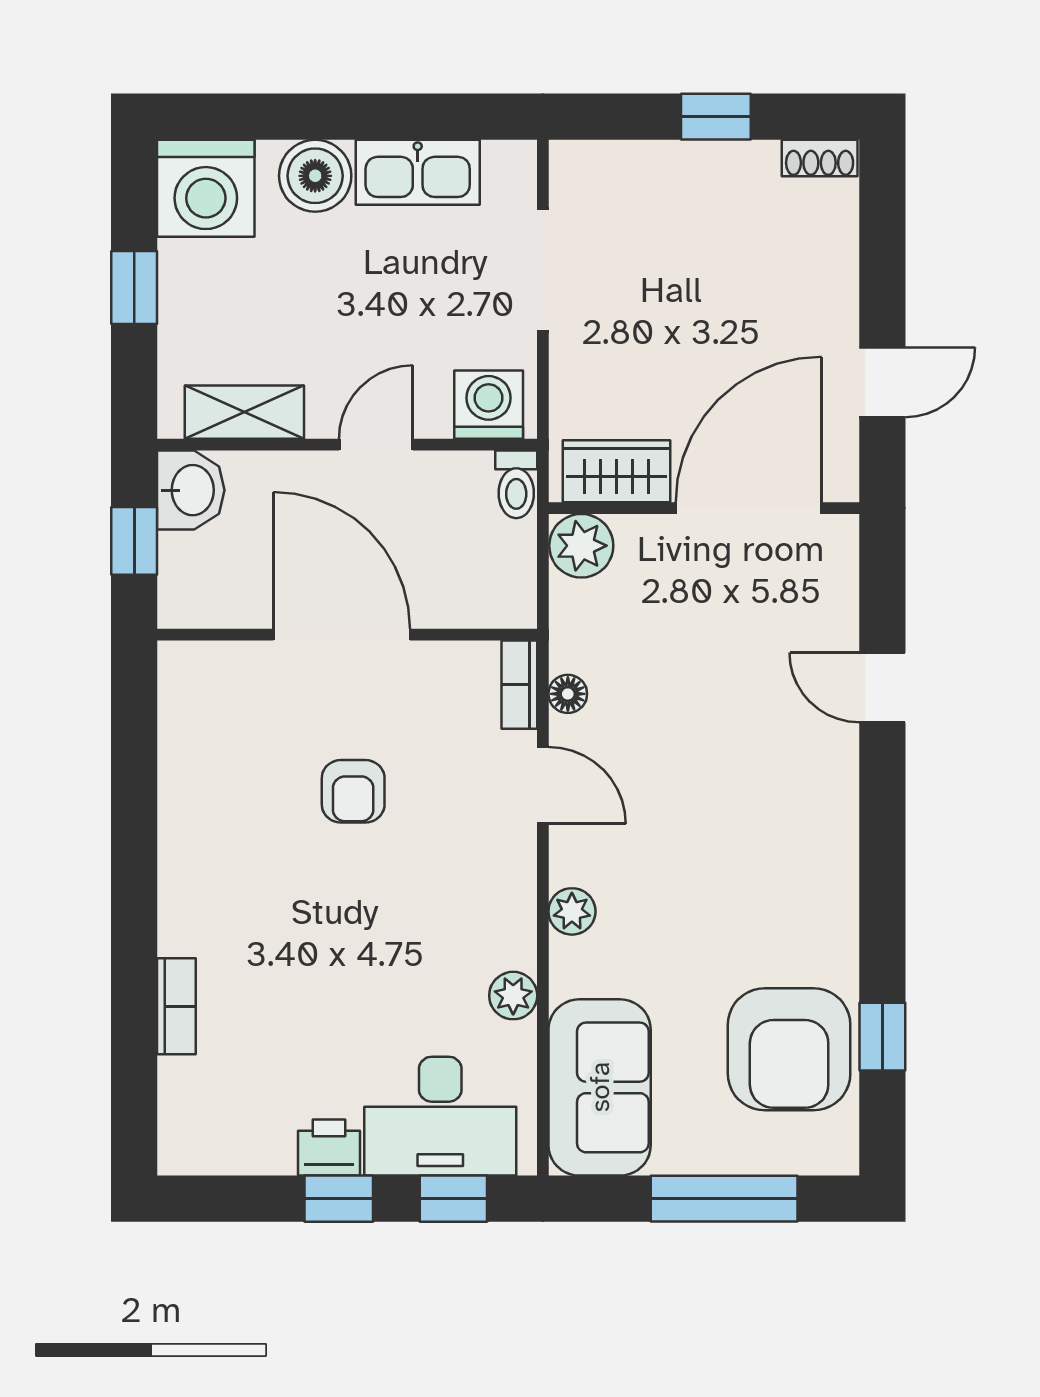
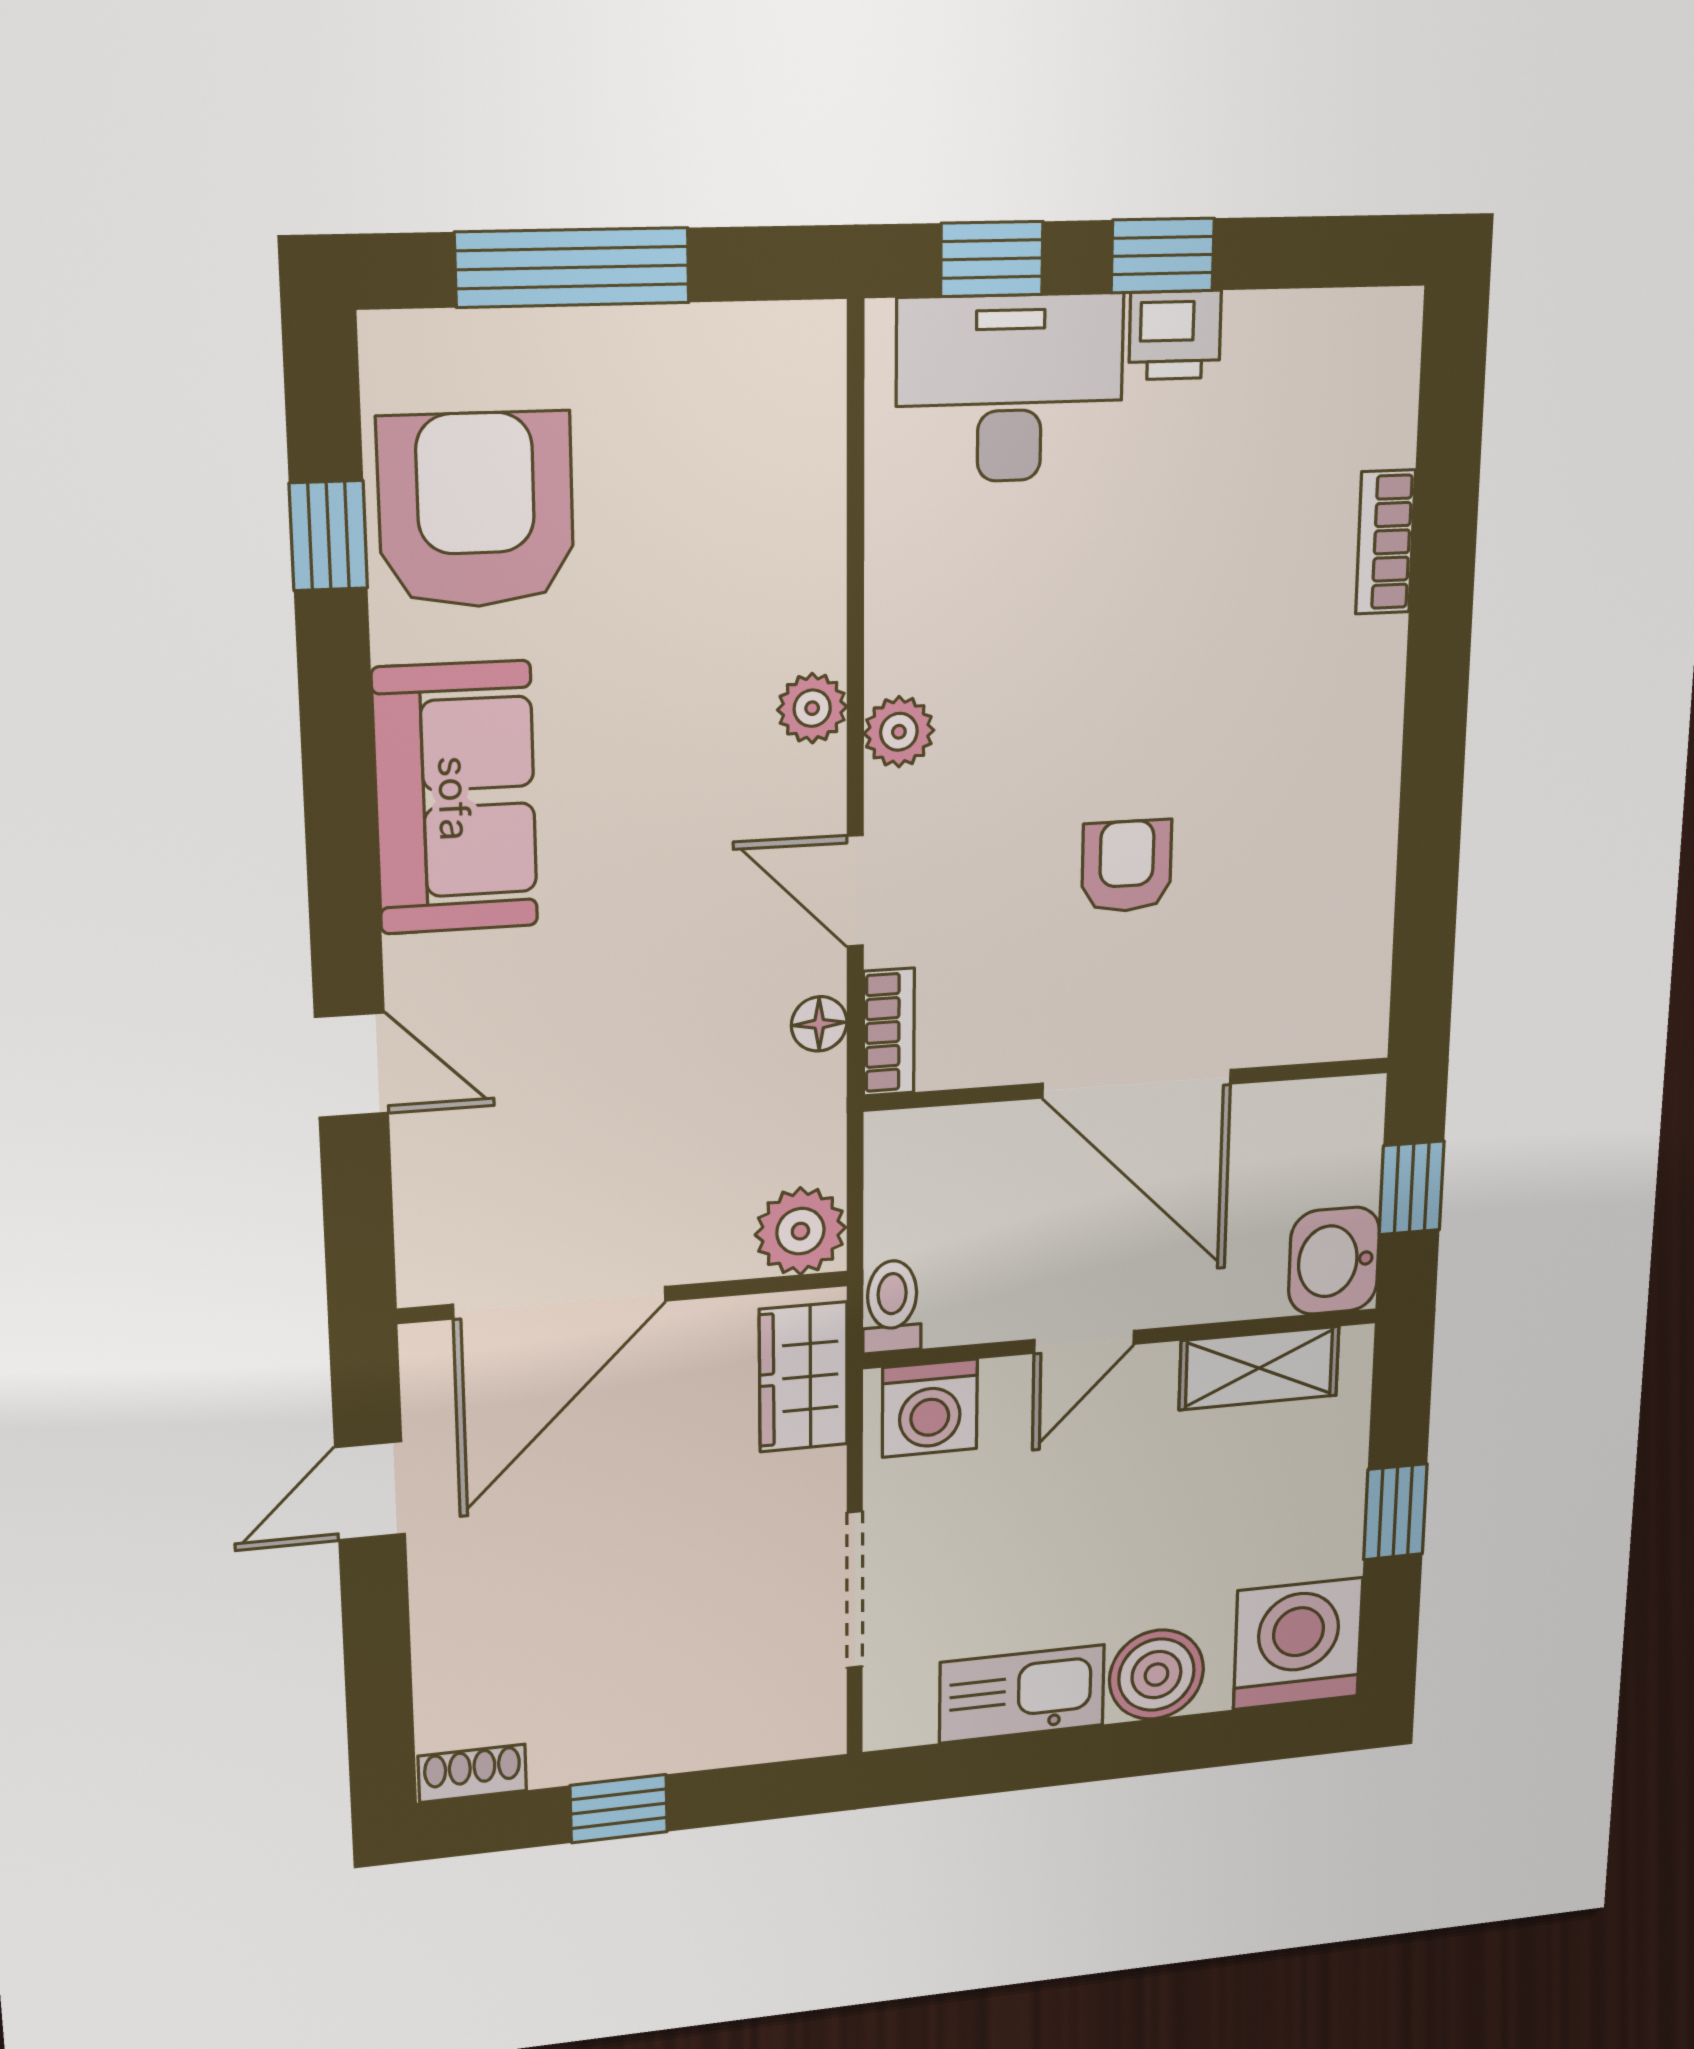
wardrobe: (616, 471) -> (803, 1377), moved, turned 90
plant: (513, 996) -> (899, 732), moved
sofa: (600, 1087) -> (455, 798), moved, turned 180

